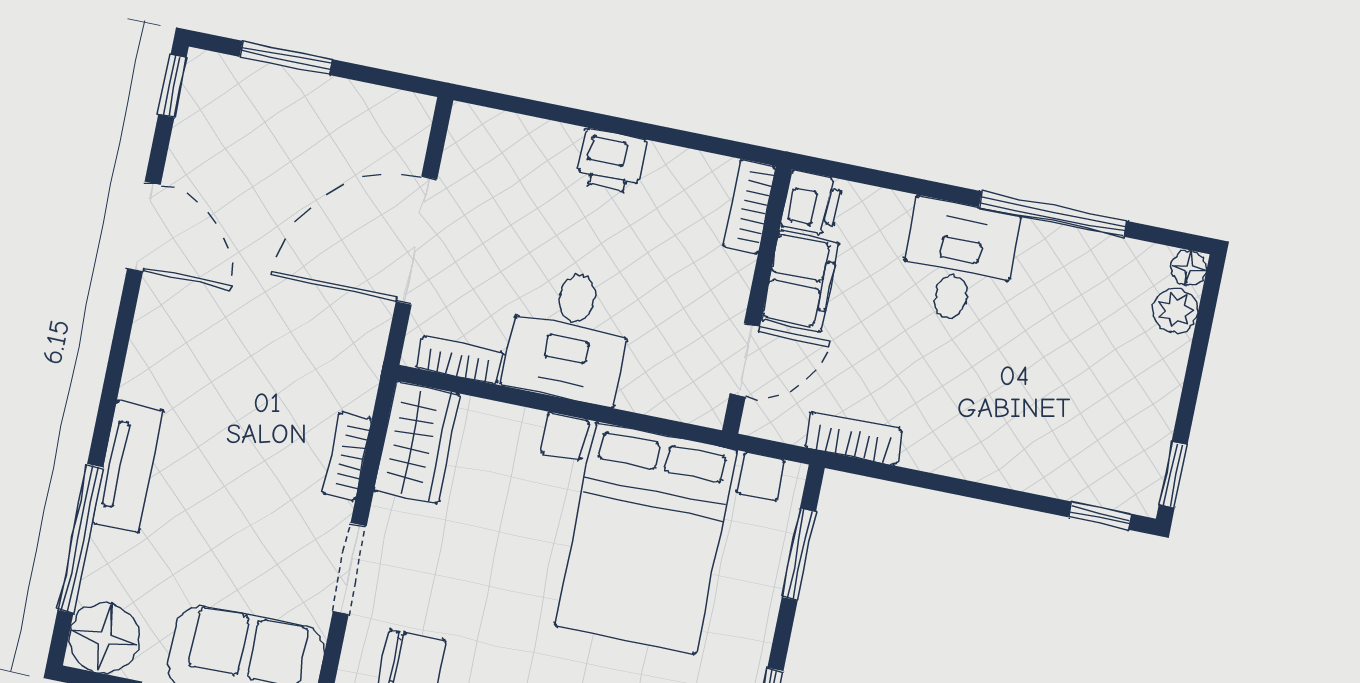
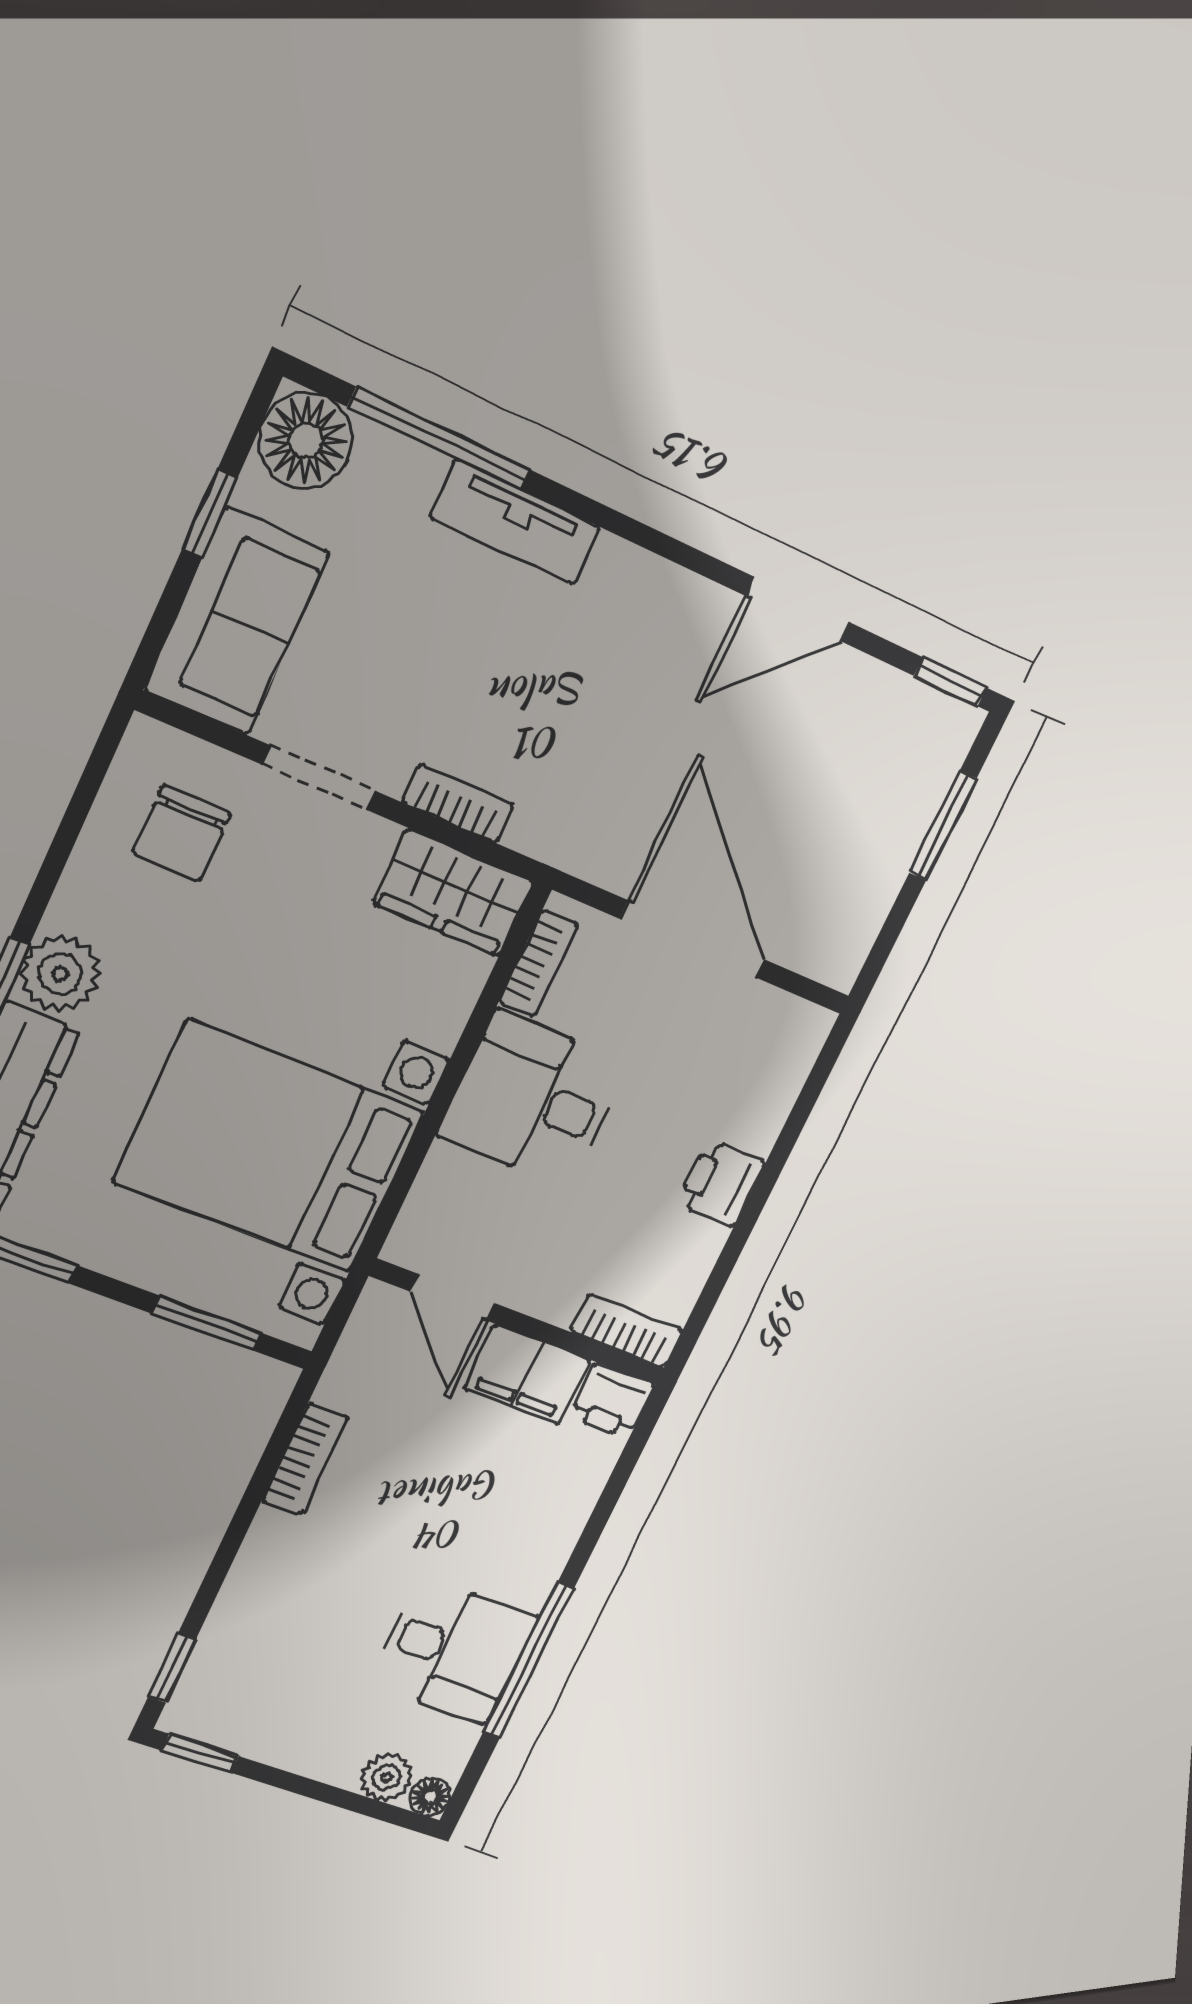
desk: (958, 262) -> (454, 1651), moved
bookcase: (853, 438) -> (305, 1459), moved

